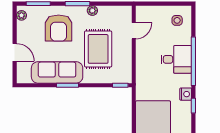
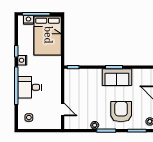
door: (134, 31) -> (63, 109), swing flipped
rug: (98, 49) -> (90, 95), removed
sofa: (57, 72) -> (117, 77), width x0.73

